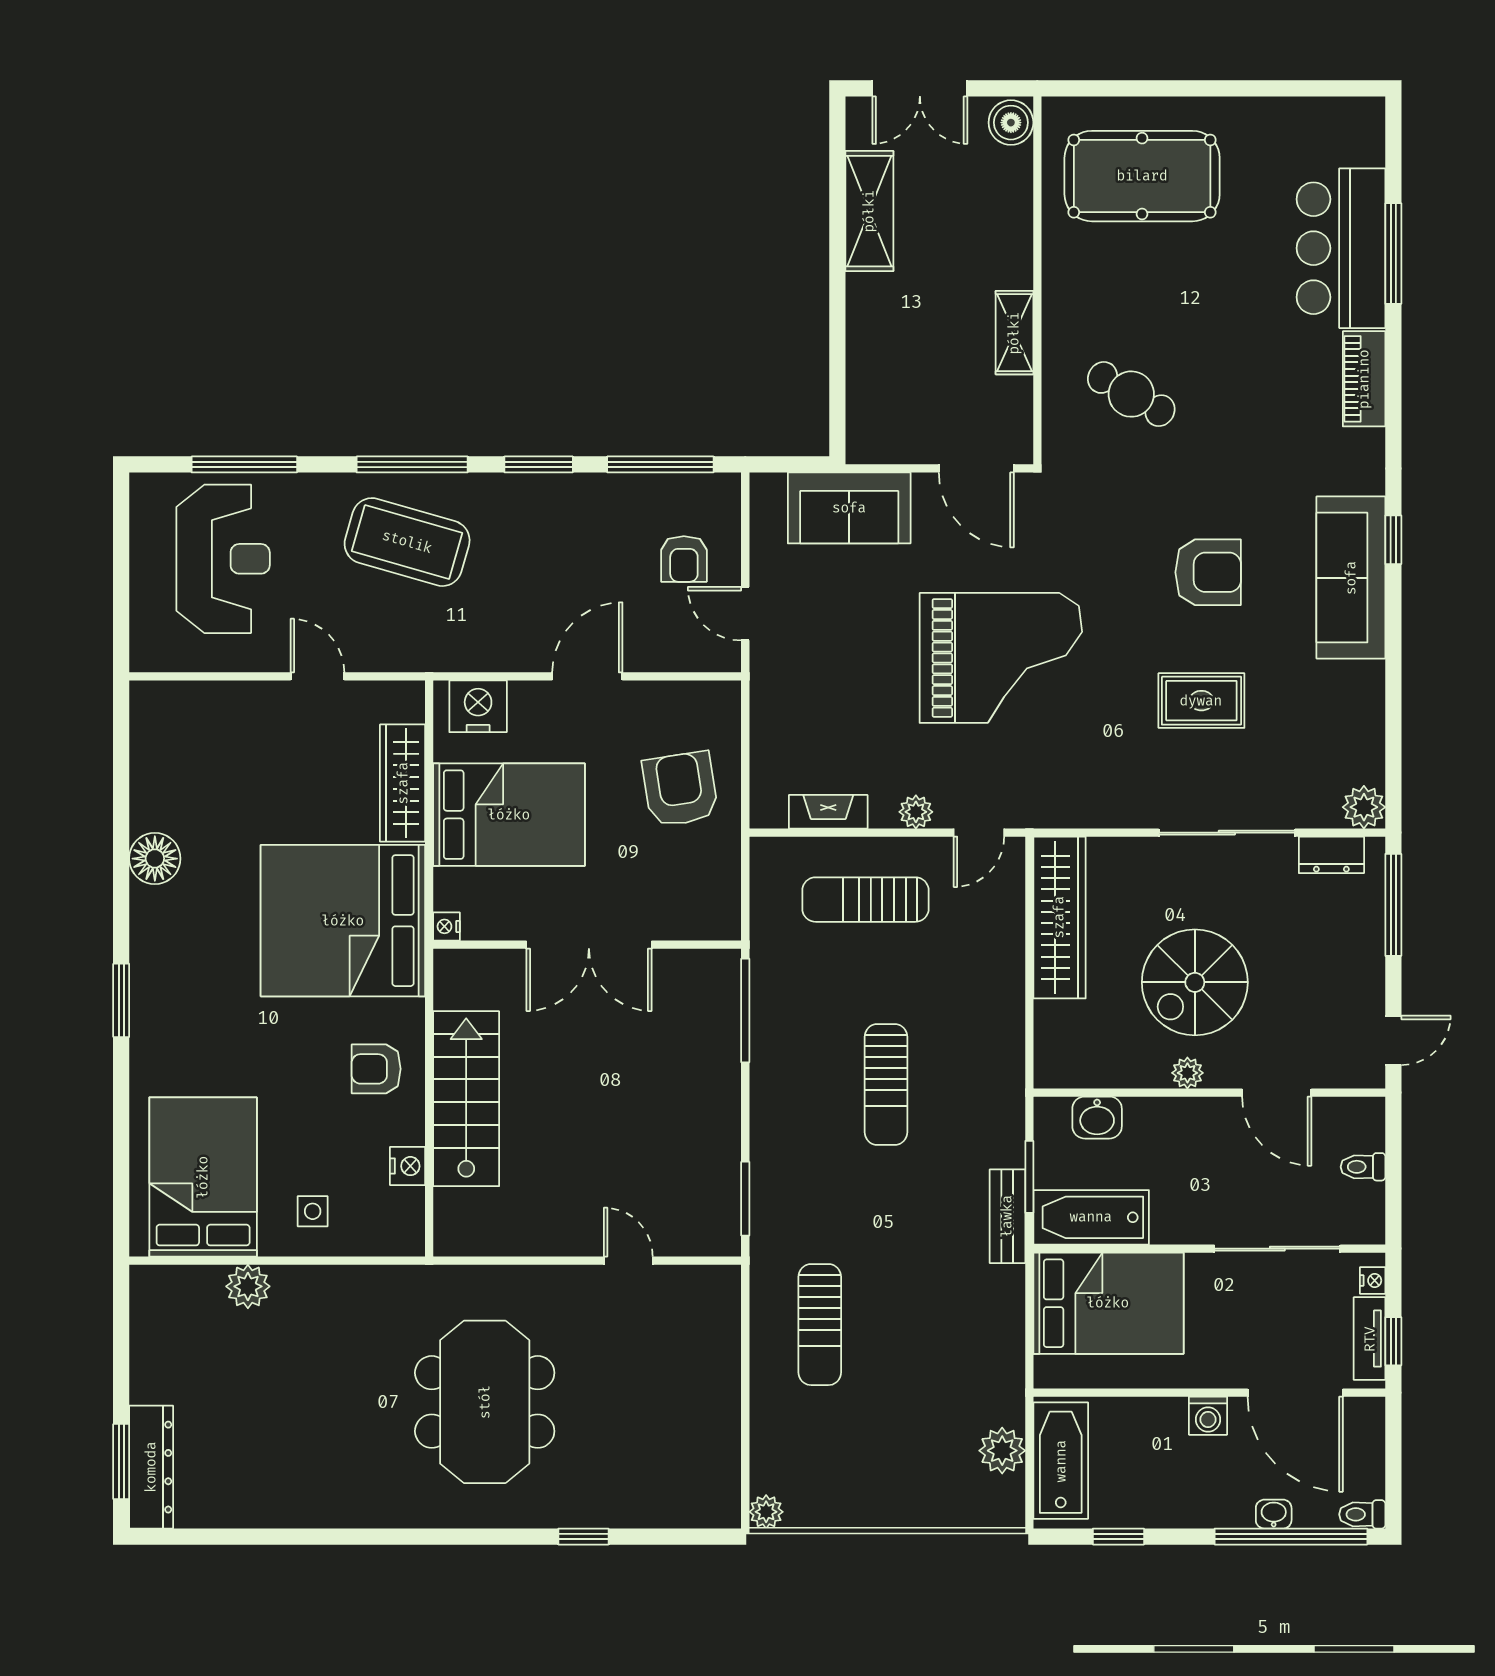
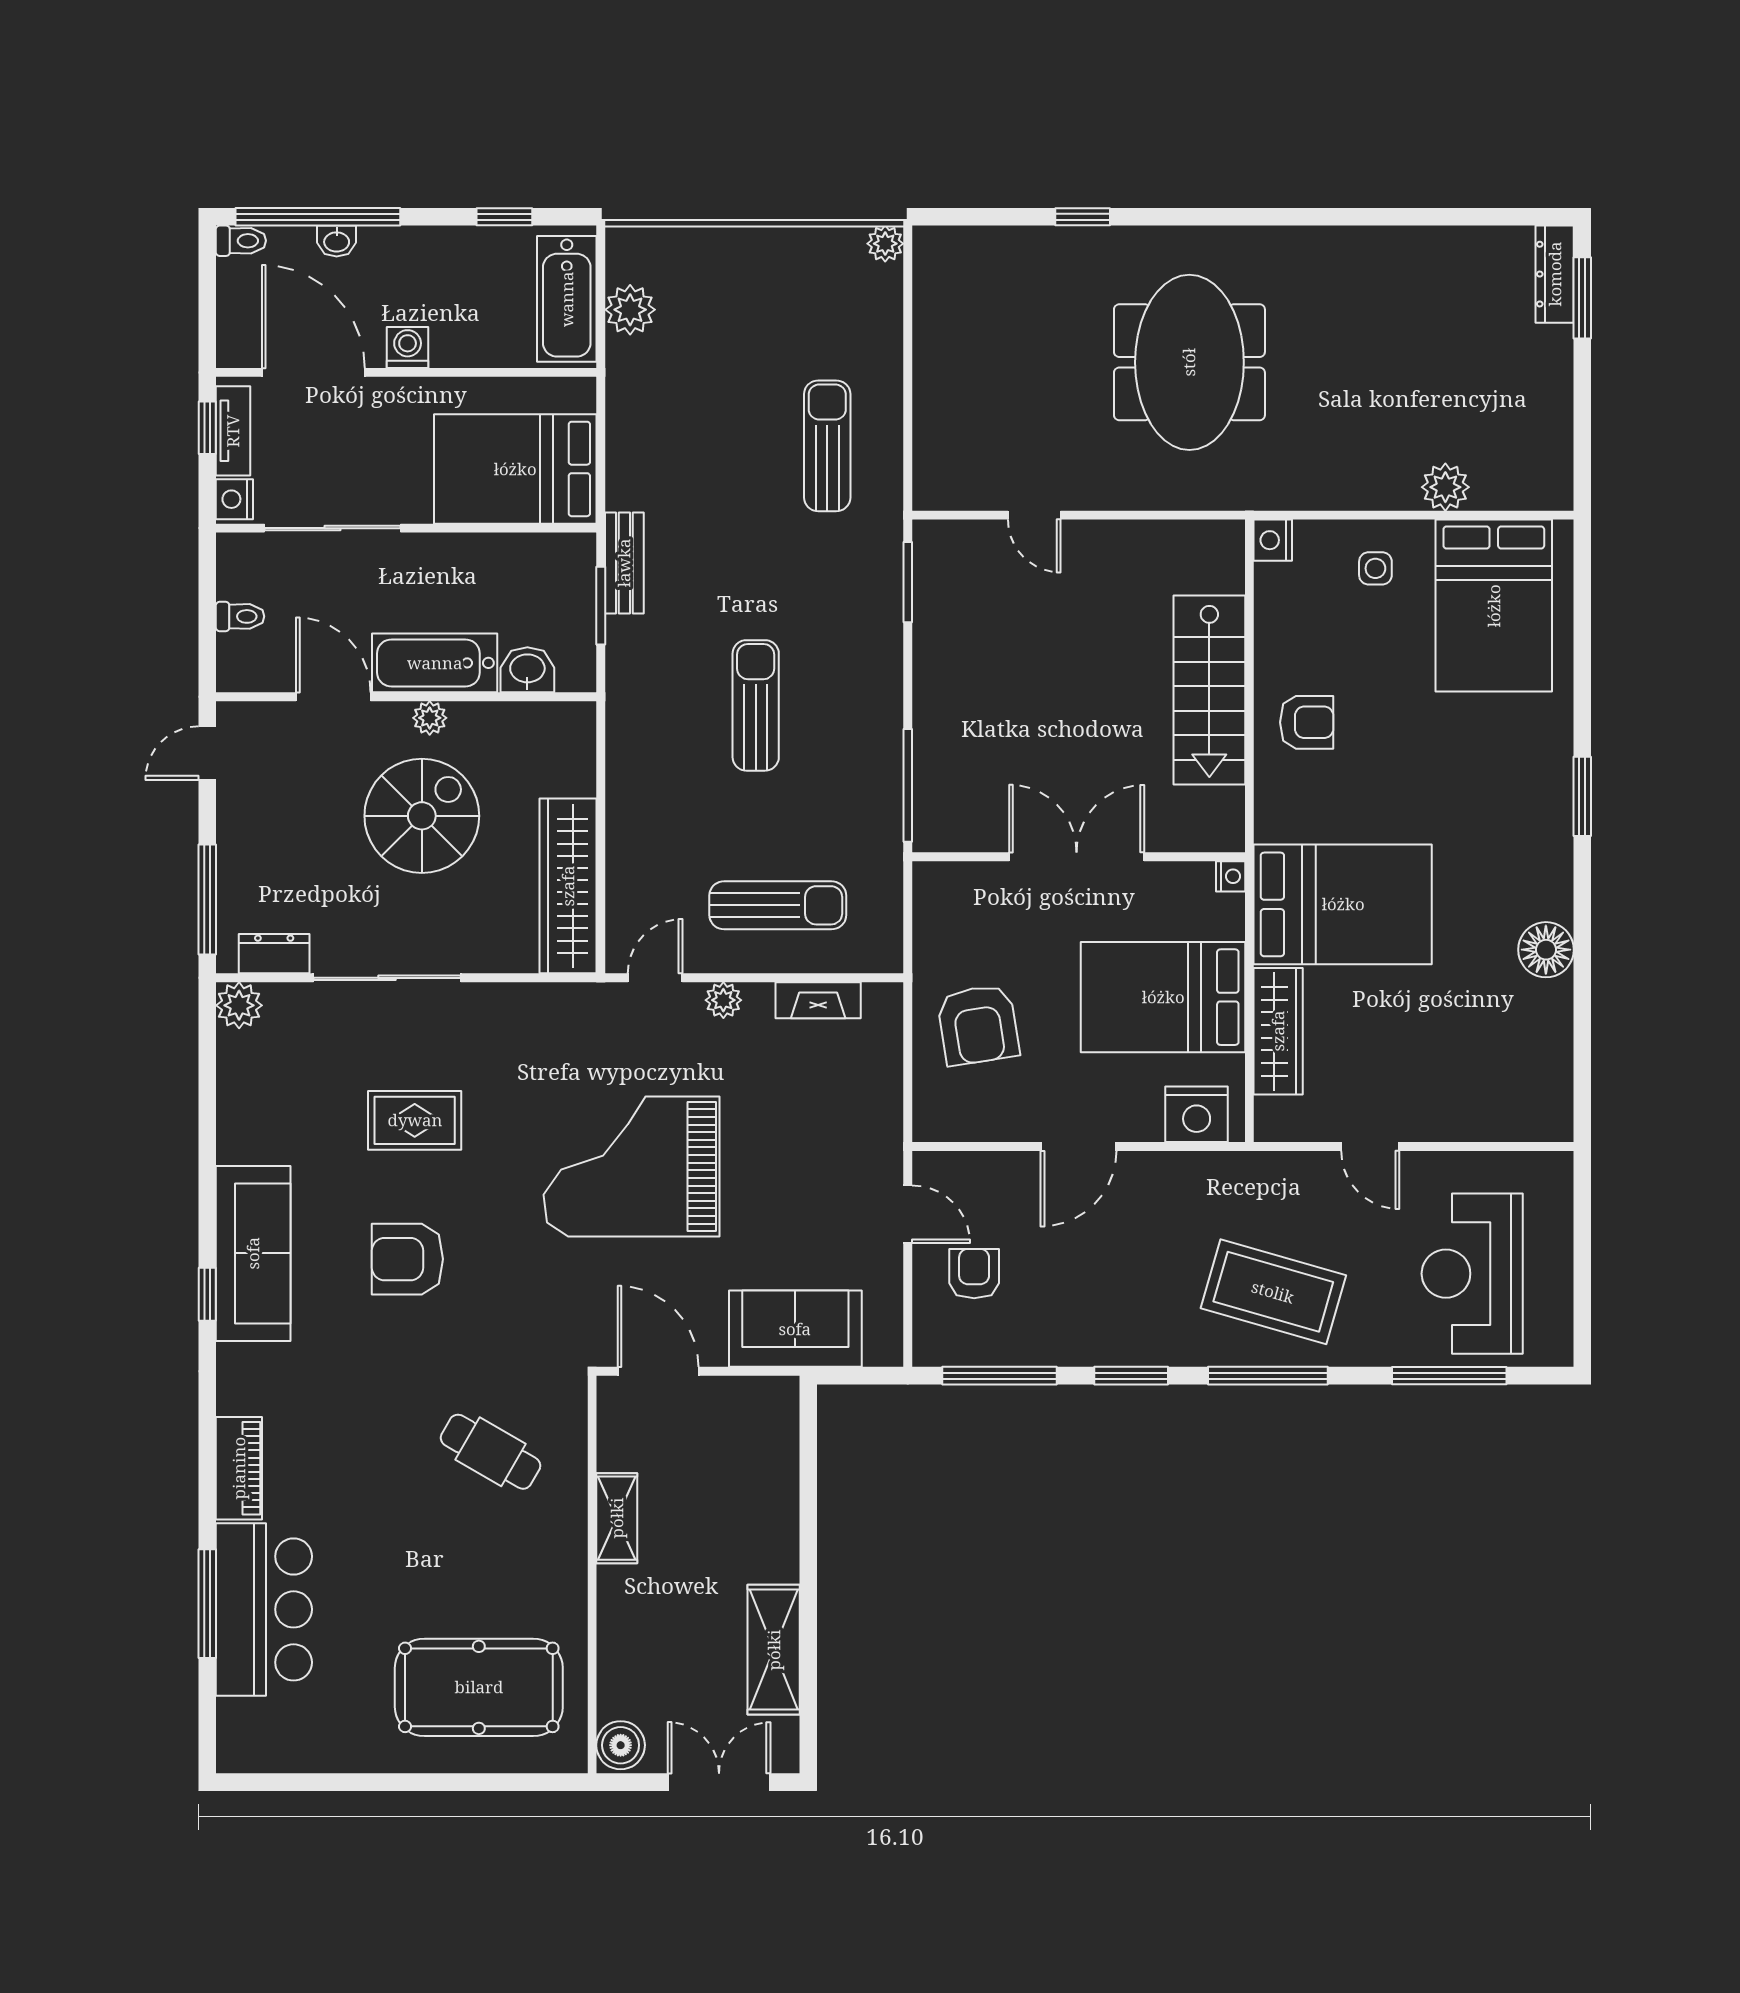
bed: (343, 921) -> (1343, 904), width x0.73
nightstand: (408, 1166) -> (1273, 540), moved
bathtub: (1091, 1217) -> (435, 663), moved, turned 180
nightstand: (1373, 1281) -> (234, 499), width x1.39, depth x1.35
dresser: (151, 1467) -> (1555, 274), width x0.73, depth x0.80

